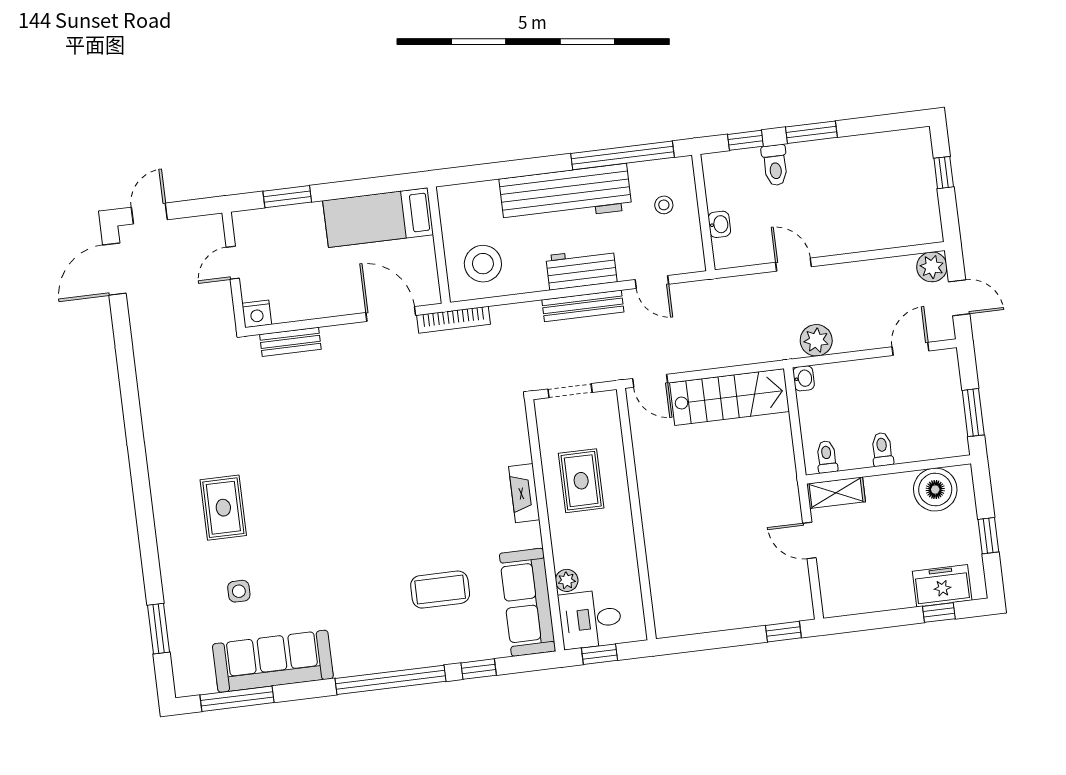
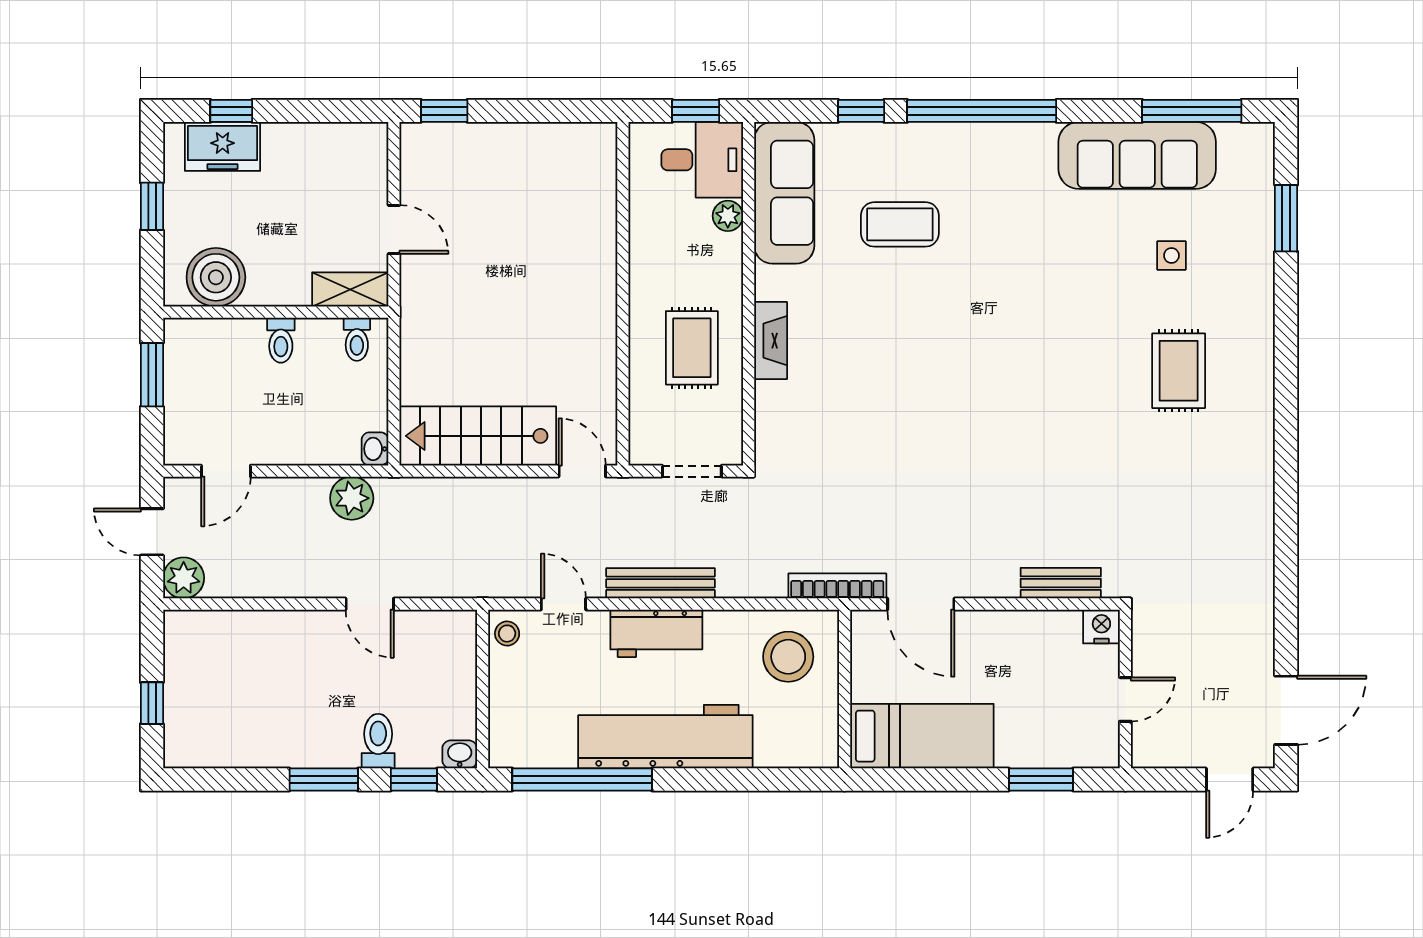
stool: (664, 205) -> (507, 634), moved
washbasin: (719, 224) -> (460, 754), moved, turned 90

